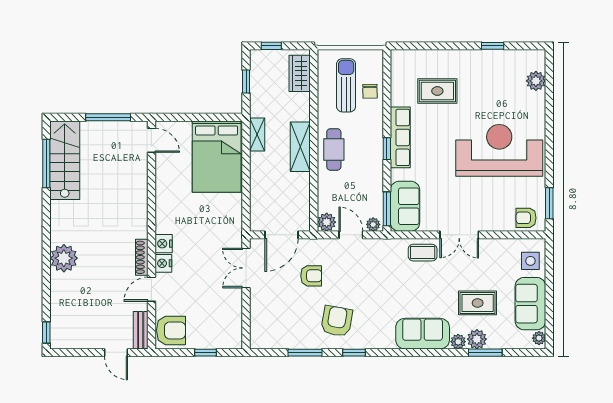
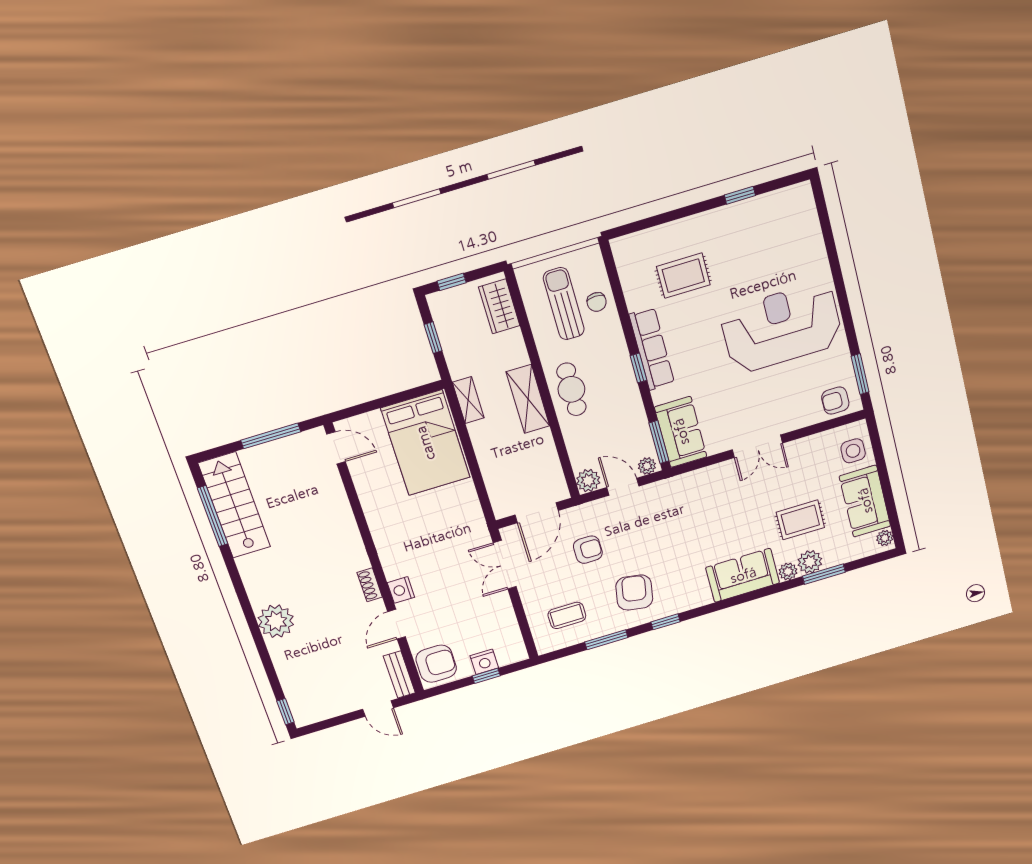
plant: (536, 81) -> (807, 224), removed
nightstand: (164, 244) -> (484, 662), moved, turned -90
coffee table: (423, 253) -> (567, 615), moved
shoe rack: (142, 257) -> (370, 585), width x0.70

